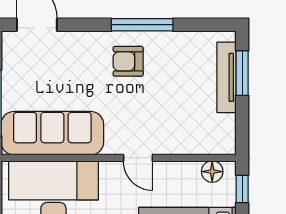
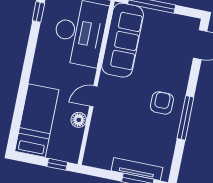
floor lamp: (212, 172) -> (79, 120), moved

